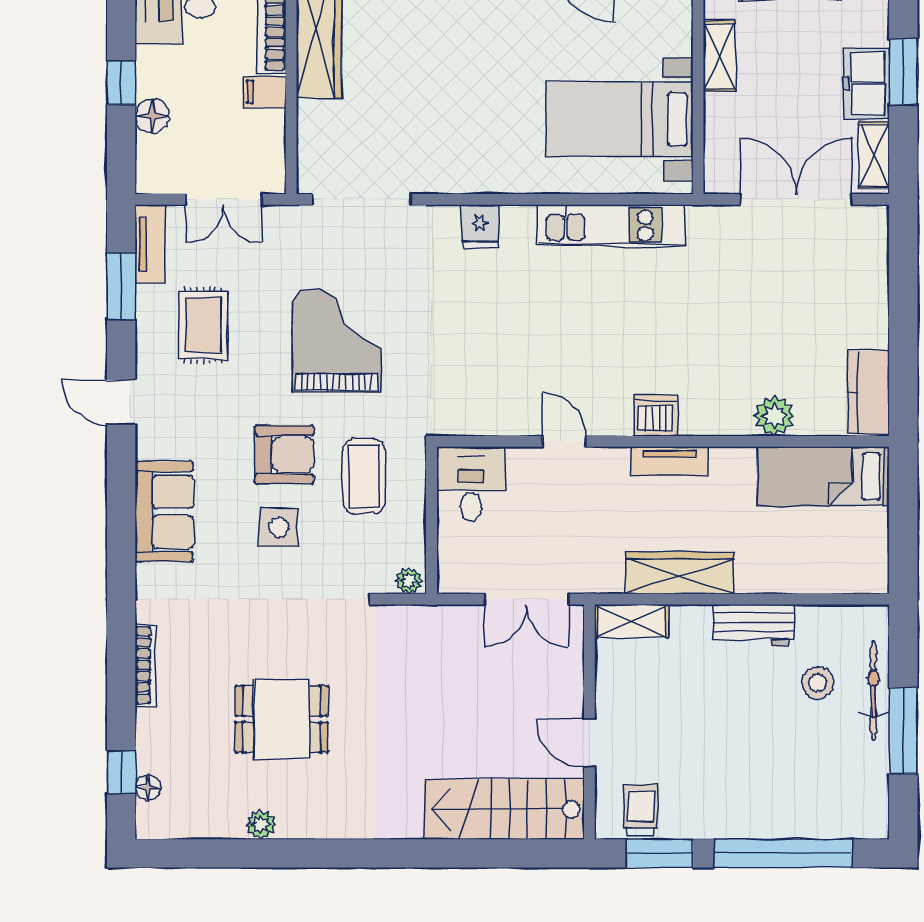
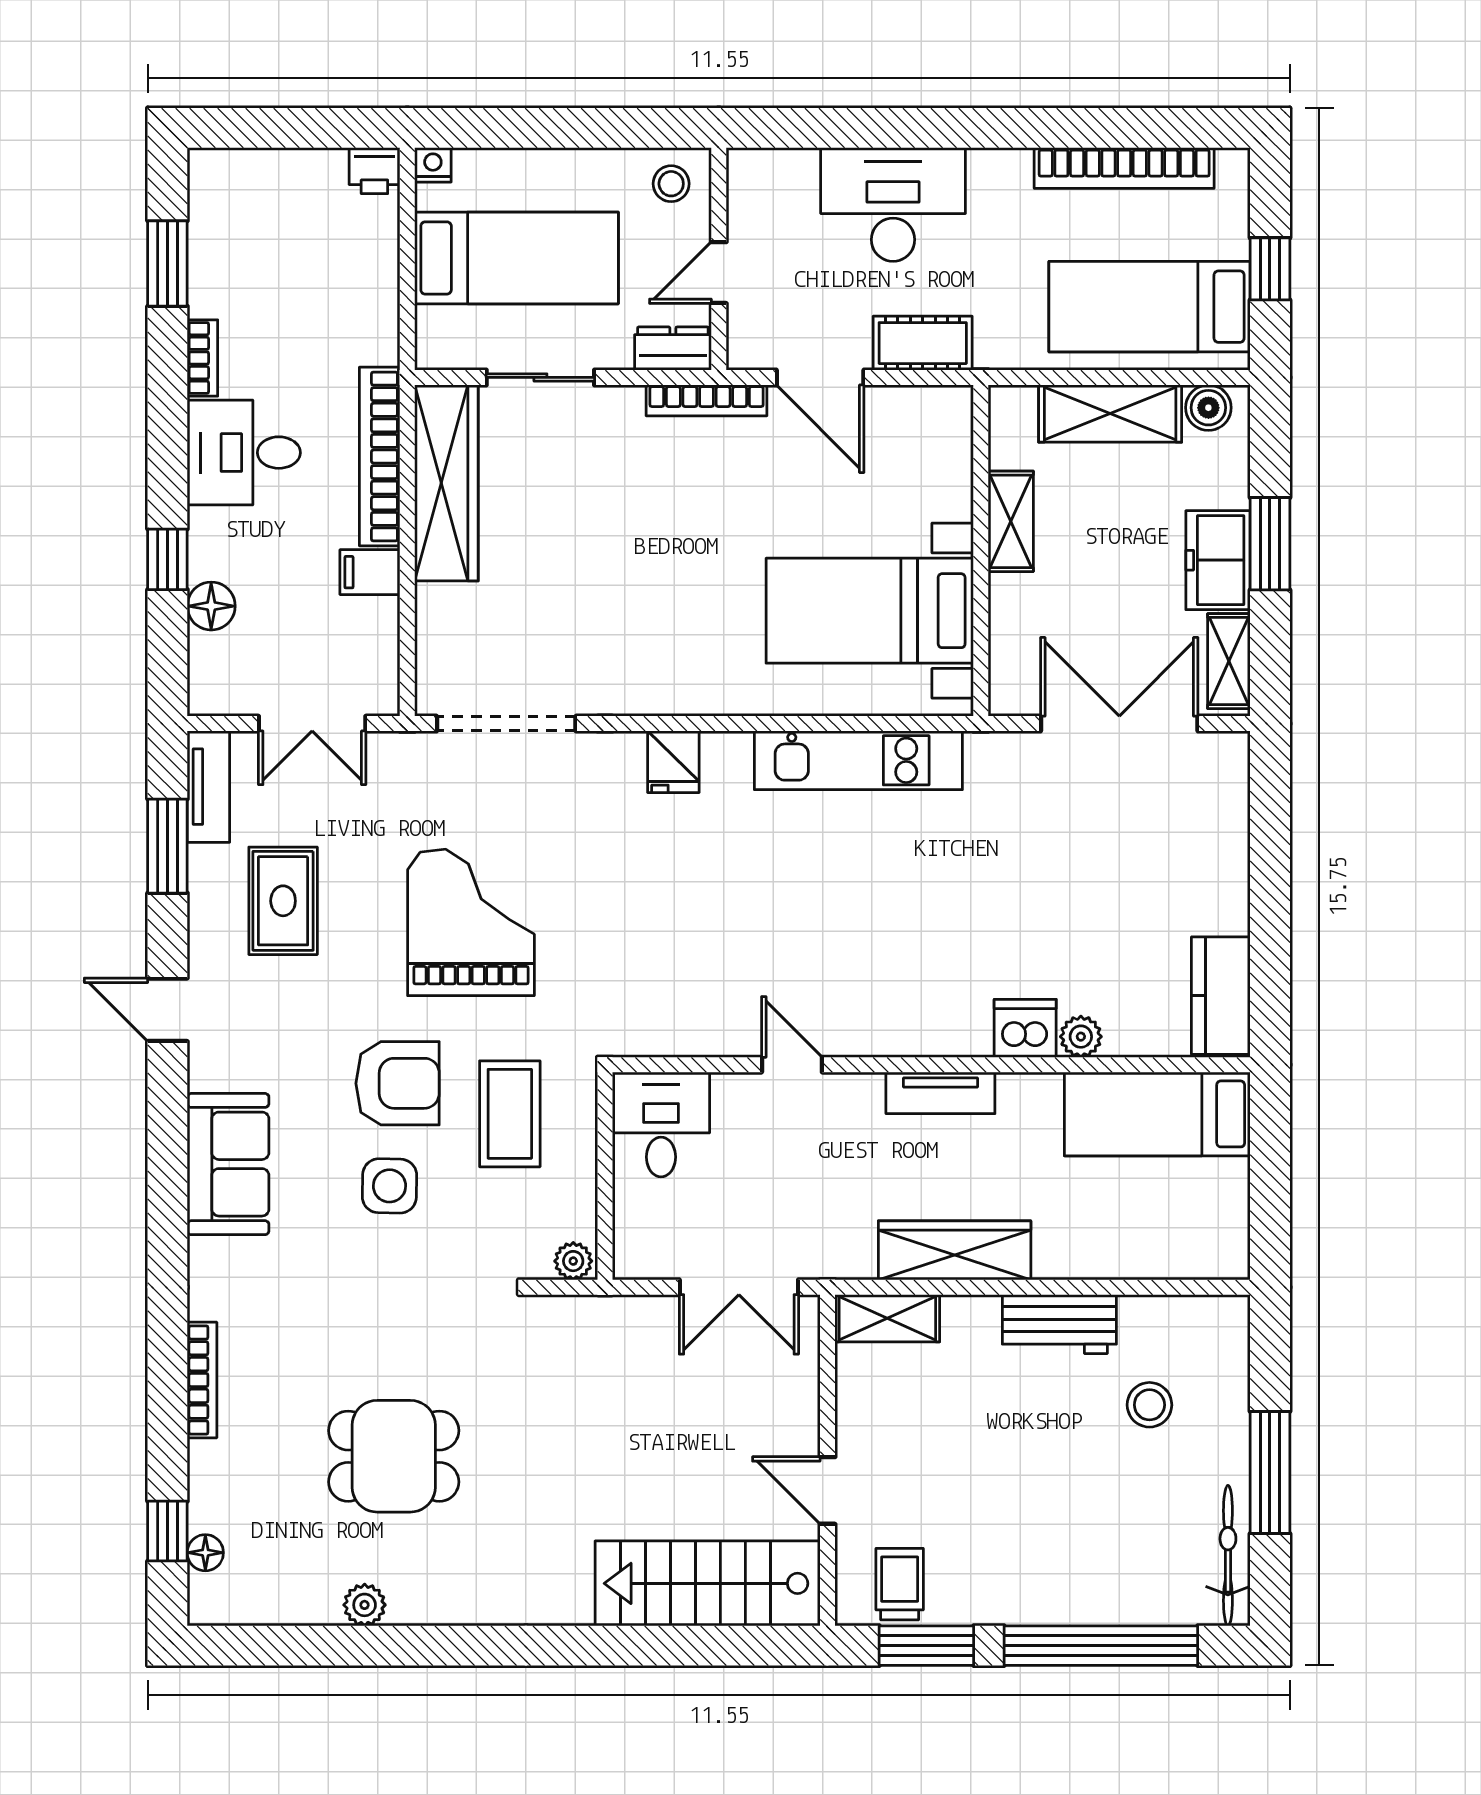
dishwasher: (656, 416) -> (1025, 1028), moved
plant: (775, 416) -> (1081, 1037), width x0.73, depth x0.73
bicycle: (873, 690) -> (1228, 1556), moved

